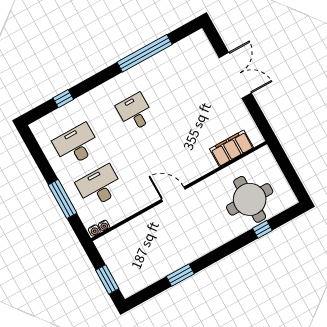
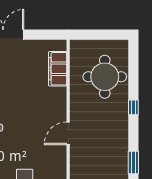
window: (262, 229) -> (133, 107), moved

